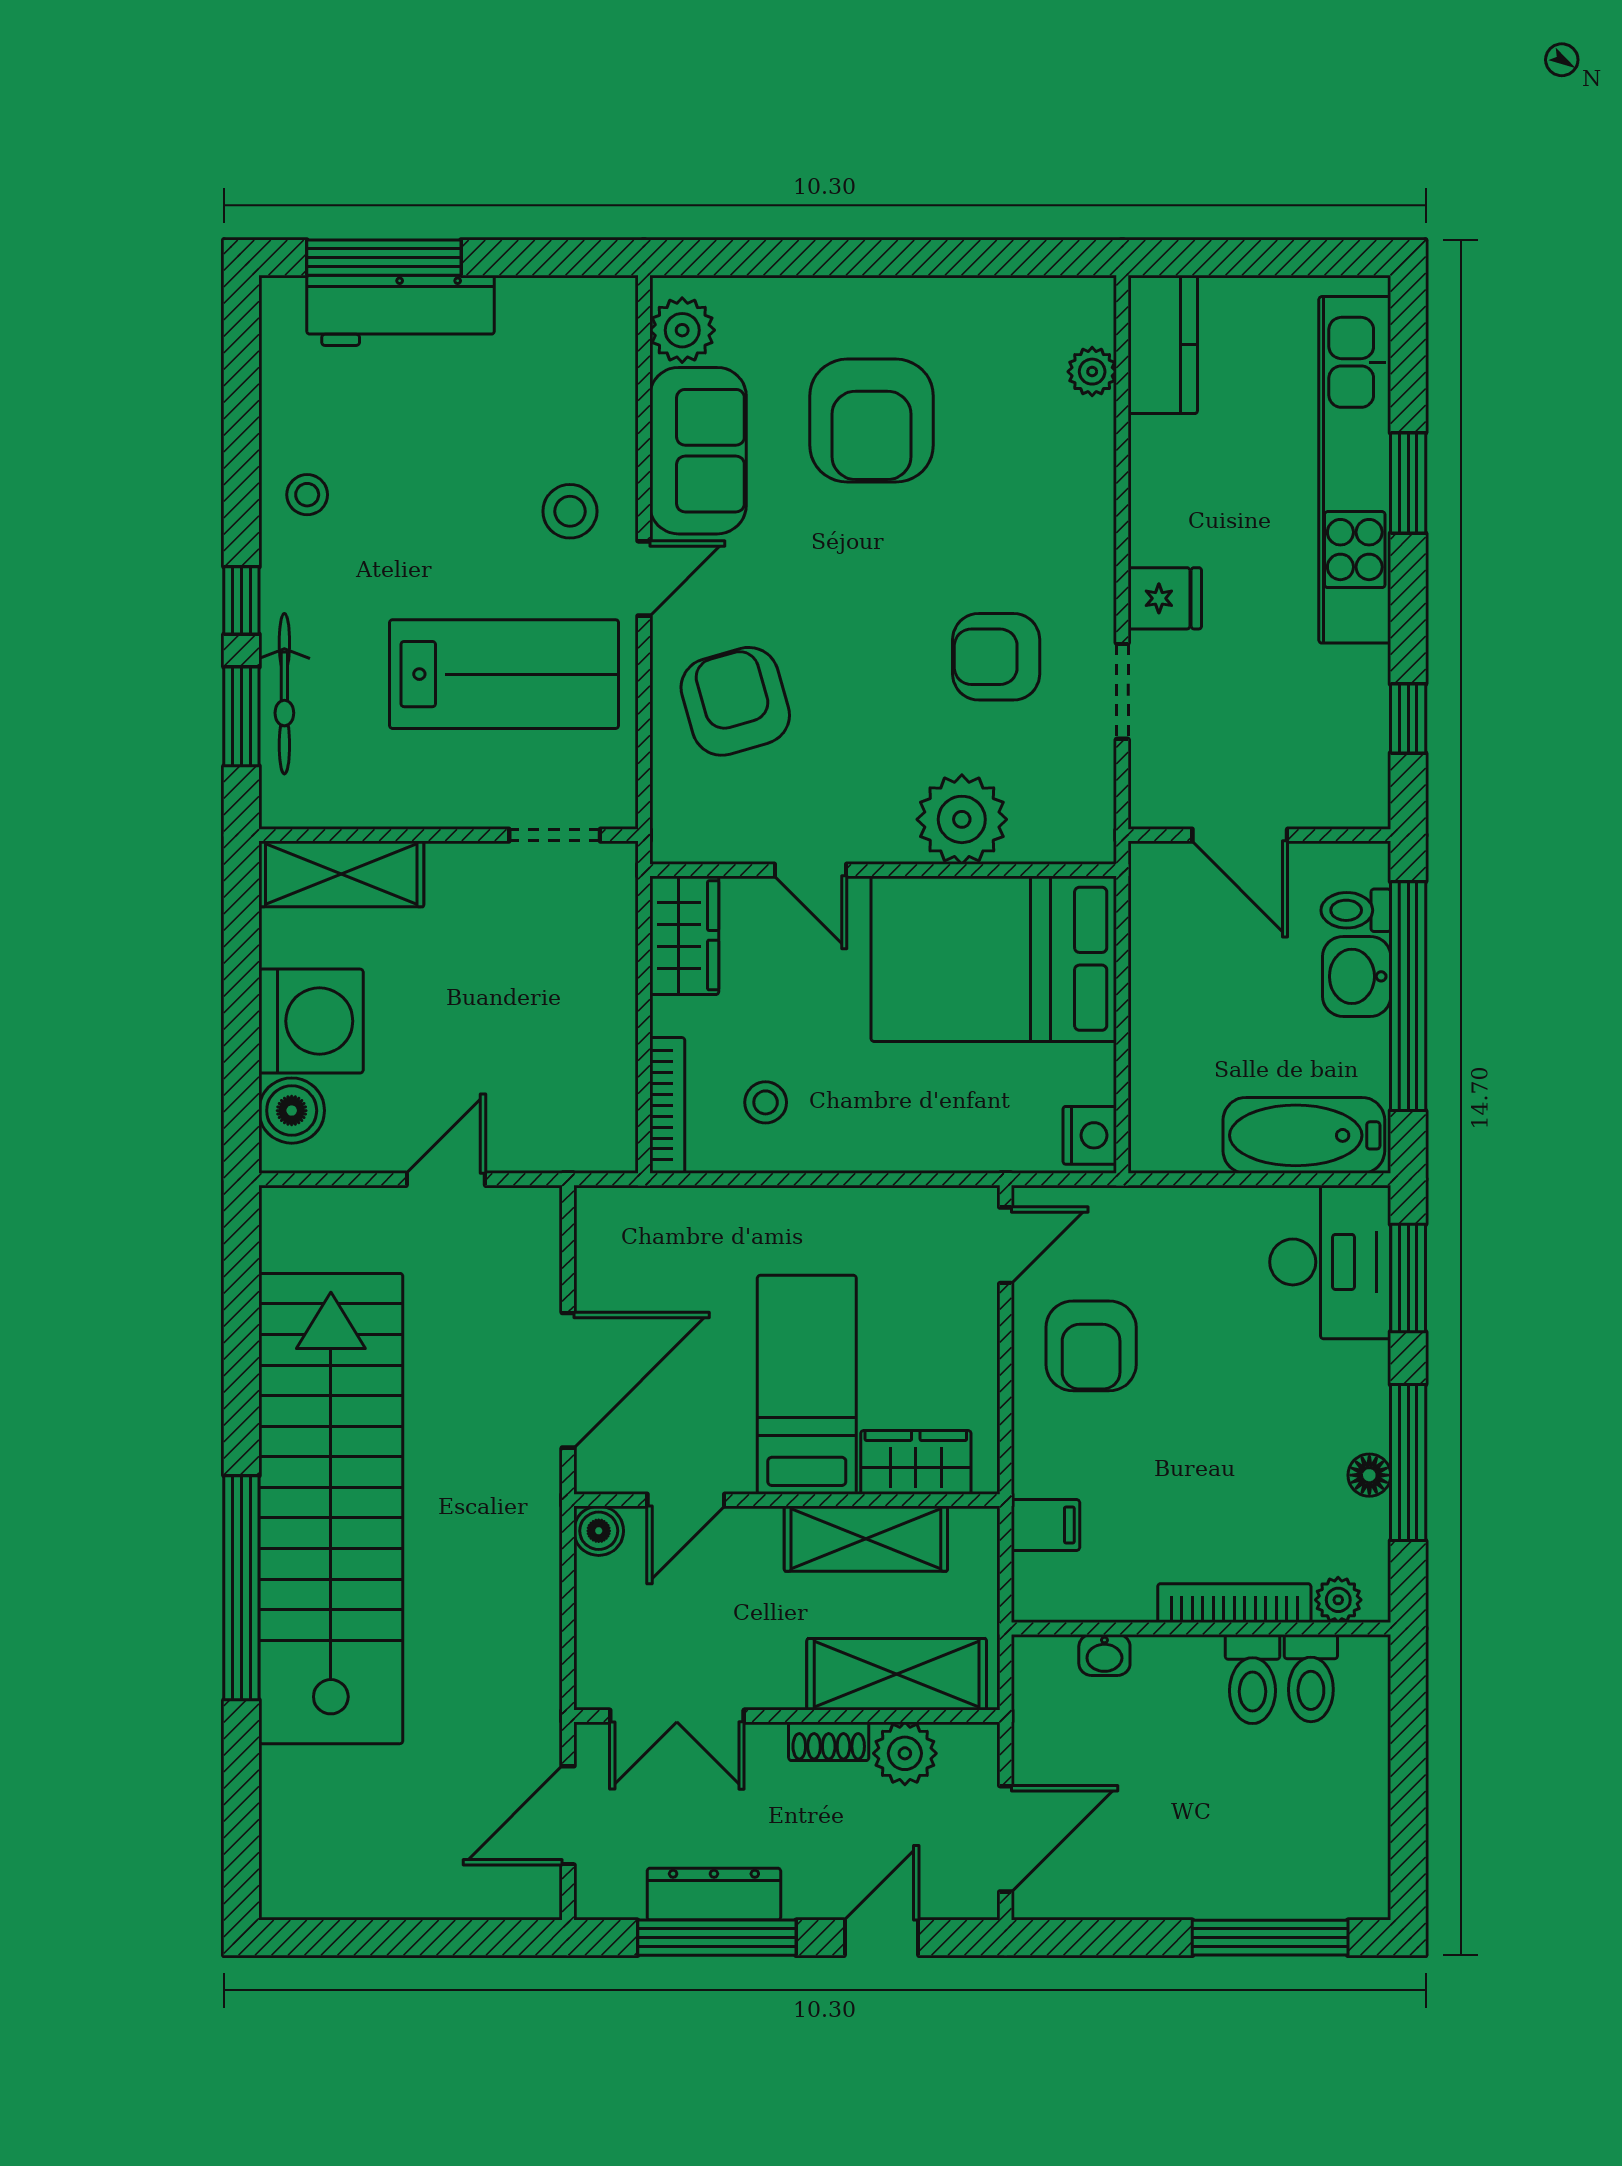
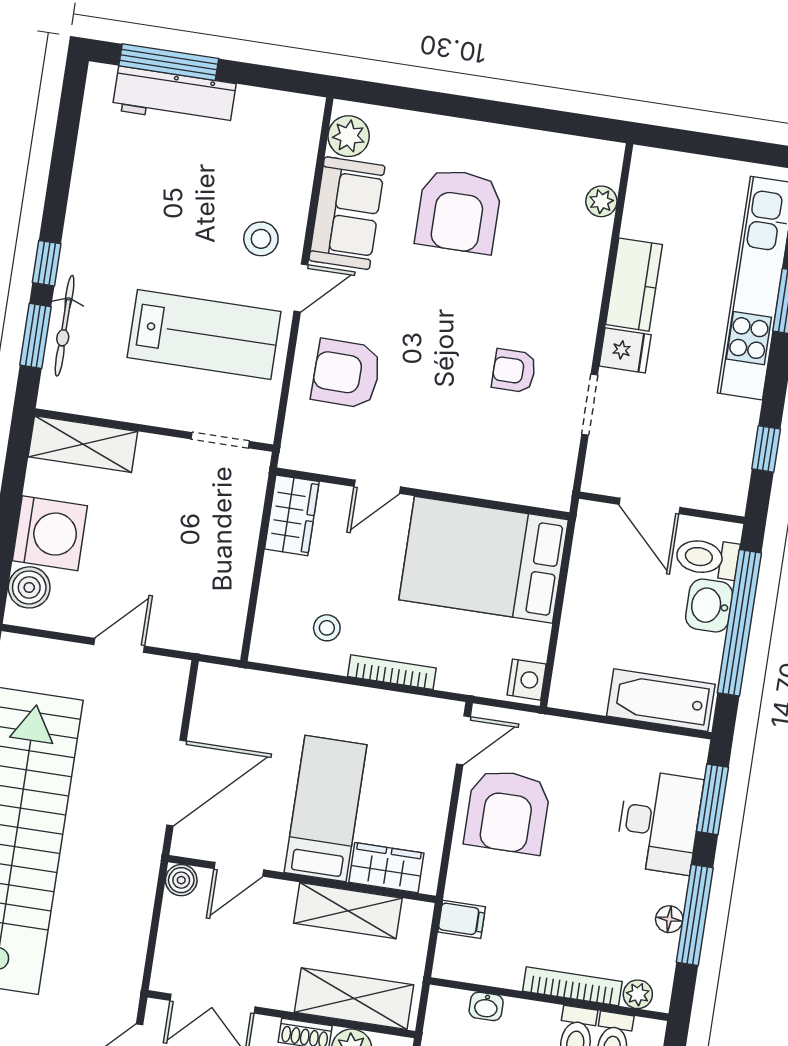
kitchen counter: (1163, 344) -> (634, 285), moved
stool: (307, 495) -> (98, 203), removed
armchair: (996, 657) -> (514, 371), width x0.72, depth x0.72
armchair: (735, 701) -> (346, 374), turned -73
plant: (962, 819) -> (477, 469), removed
door: (810, 870) -> (377, 487), hinge flipped
toilet: (1356, 910) -> (707, 558), width x1.37, depth x1.39
bookcase: (667, 1105) -> (392, 672), moved, turned -90
desk: (1330, 1262) -> (659, 822), moved
armchair: (1091, 1346) -> (507, 811), width x1.36, depth x1.36

